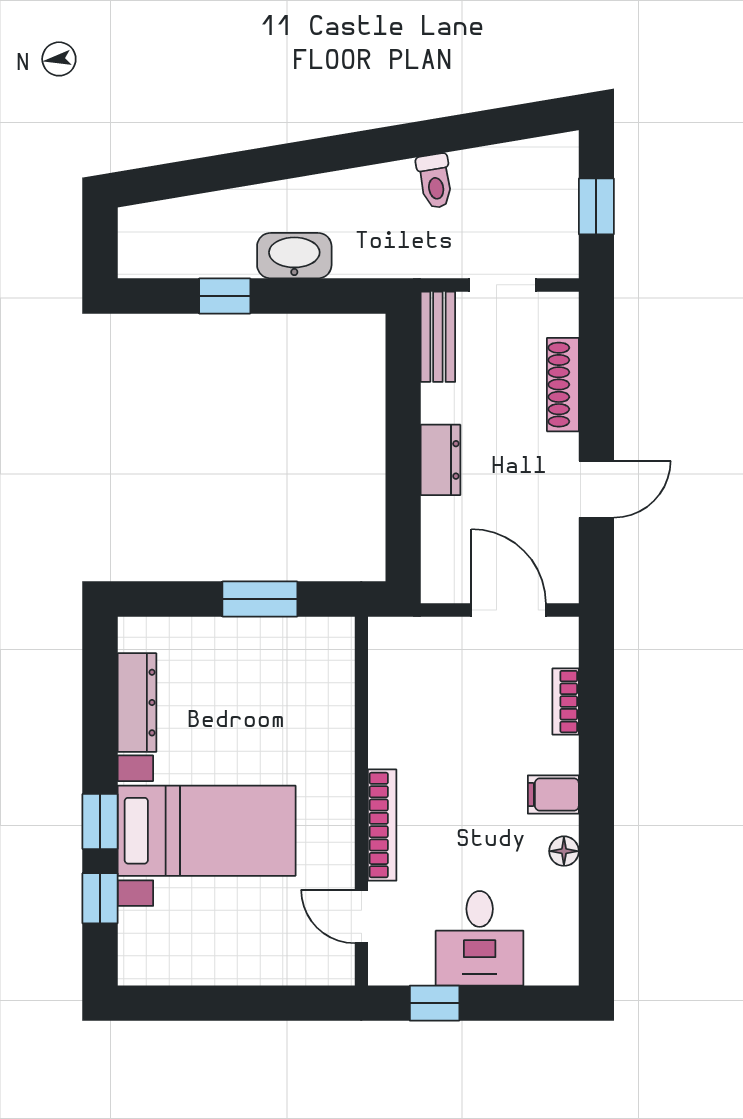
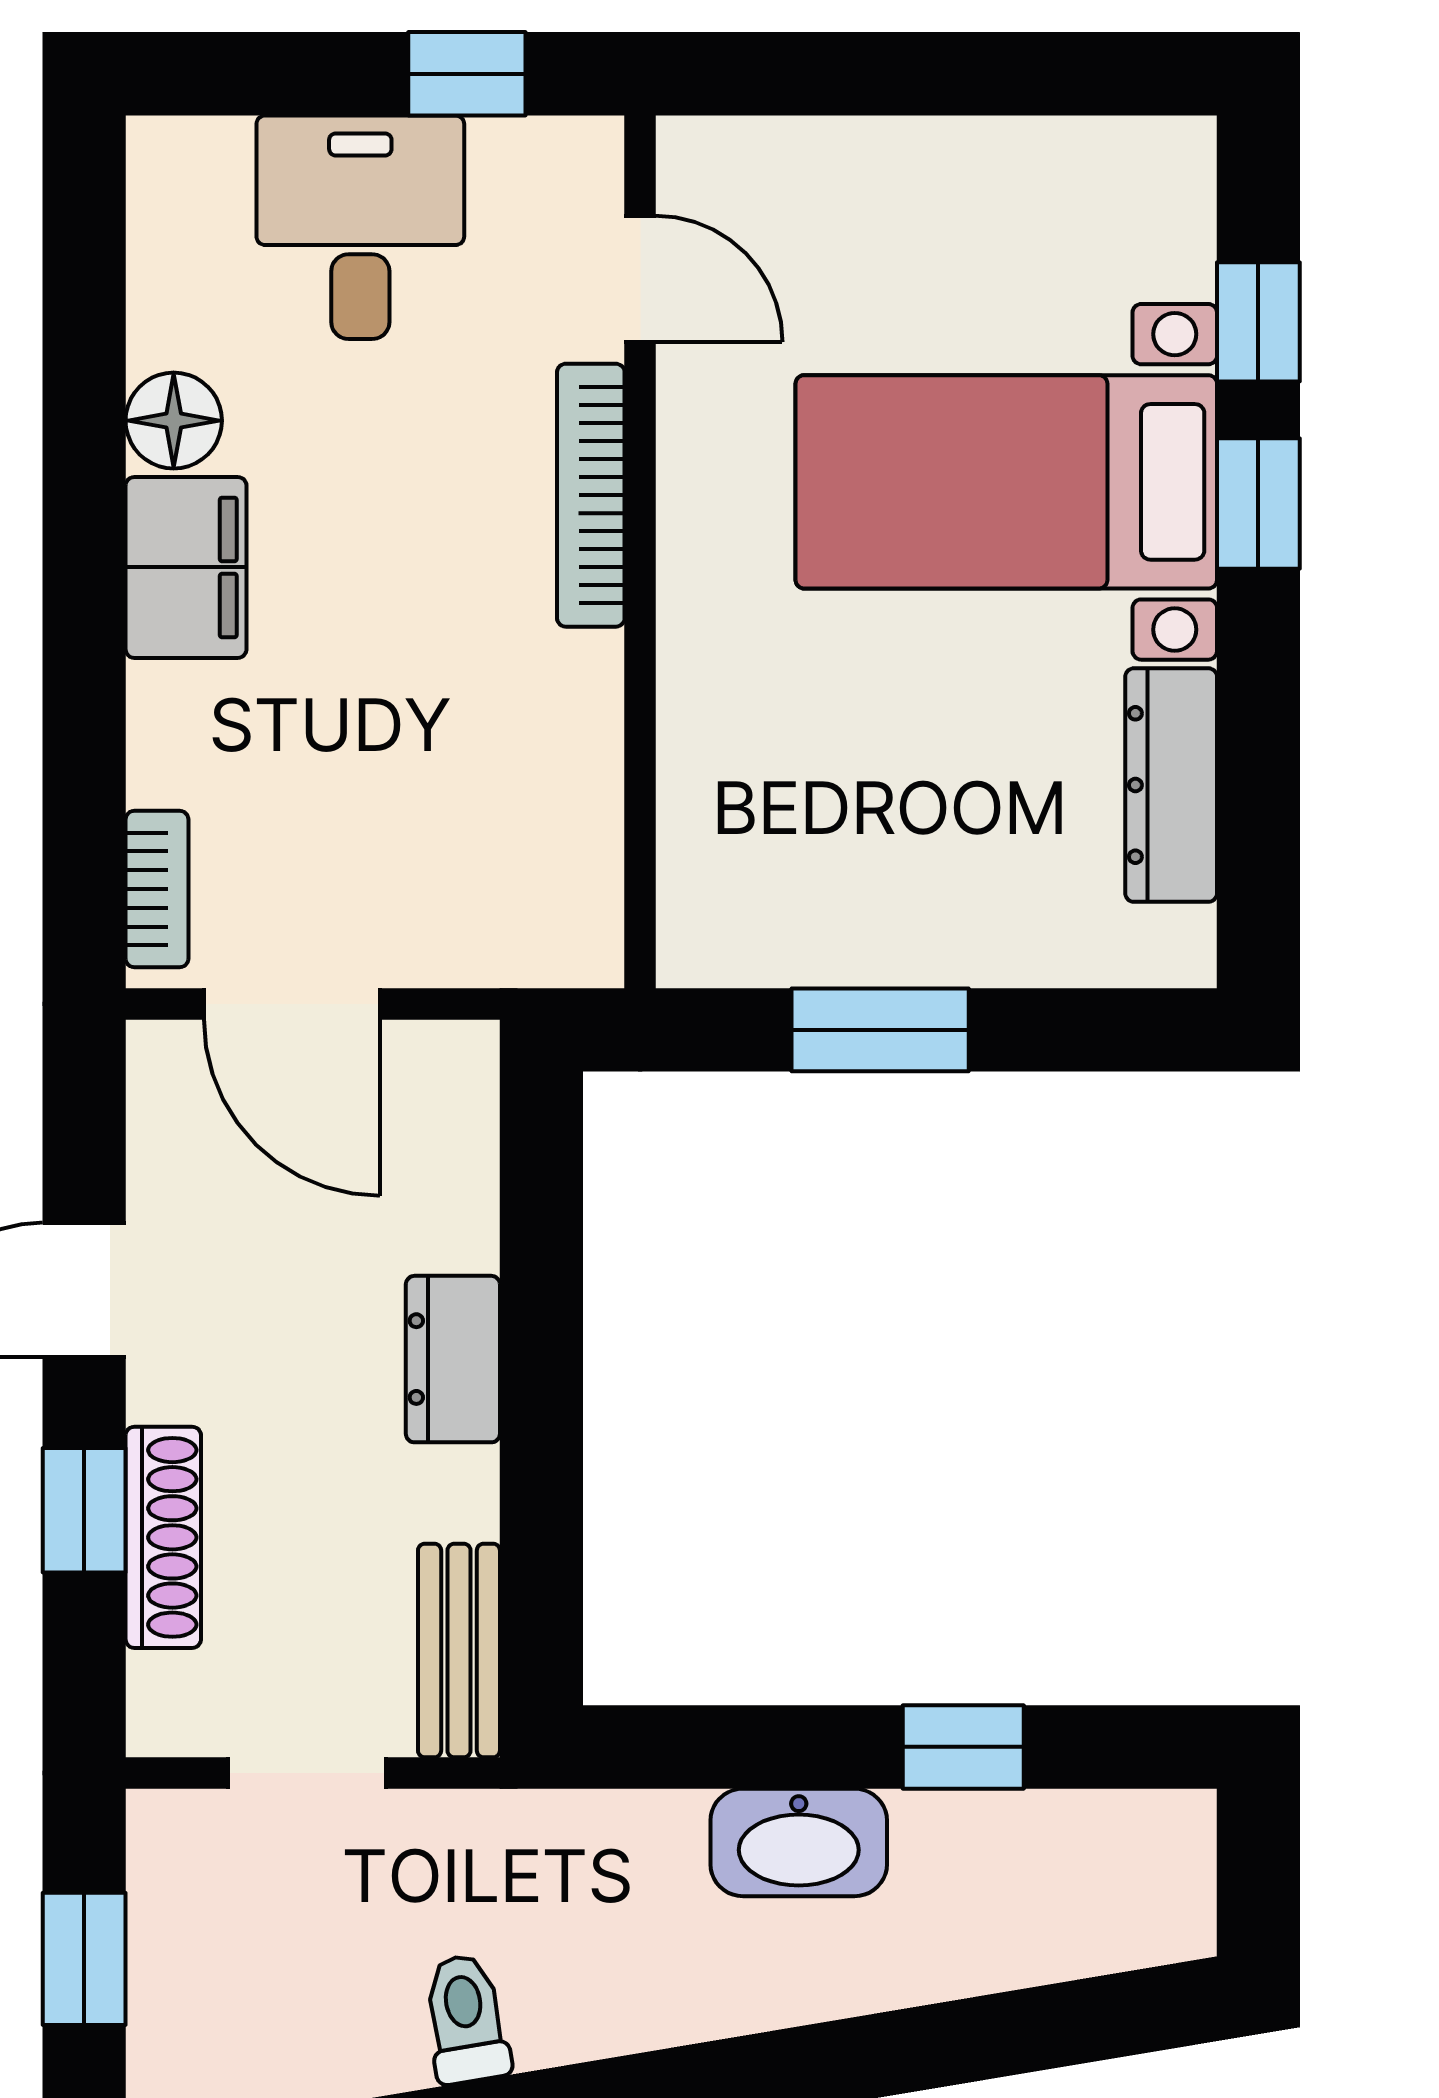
window: (596, 396) -> (84, 1510), added
bookcase: (566, 702) -> (157, 889), moved
filing cabinet: (553, 795) -> (186, 567), width x2.00
floor lamp: (564, 851) -> (174, 421), width x1.37, depth x1.37

